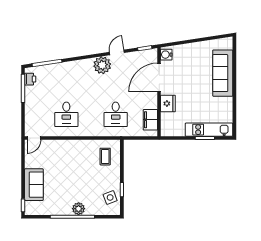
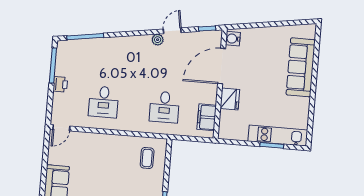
plant: (102, 65) -> (158, 40), width x0.53, depth x0.53
printer: (30, 79) -> (60, 84), moved

